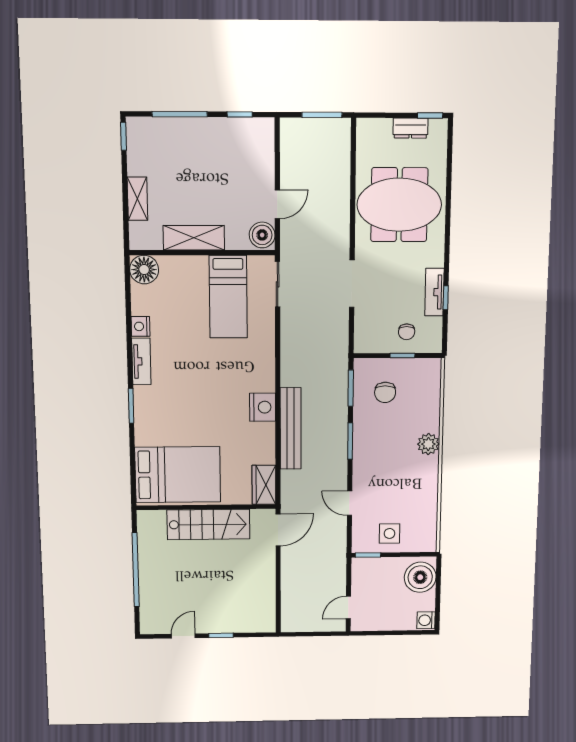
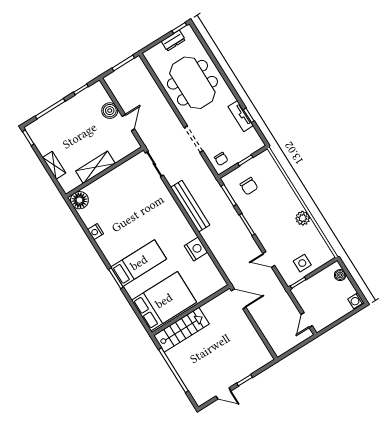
meeting table: (399, 205) -> (192, 83), turned 90
boiler: (262, 235) -> (110, 111), moved
bed: (228, 297) -> (139, 263), moved, turned -90
chair: (407, 332) -> (221, 159), moved
tv unit: (141, 361) -> (107, 250), removed
nightstand: (263, 407) -> (196, 249), moved
bench: (291, 429) -> (190, 206), moved
plant: (428, 444) -> (303, 218), moved
wardrobe: (264, 485) -> (215, 278), removed
stairs: (208, 524) -> (181, 330), moved
door: (278, 530) -> (239, 299), hinge flipped
boiler: (420, 577) -> (340, 275), width x0.54, depth x0.54
door: (183, 636) -> (223, 393), swing flipped

